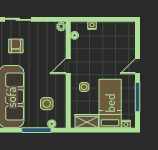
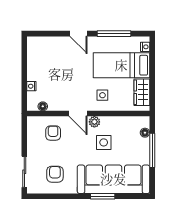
plant: (61, 26) -> (94, 122), moved
armchair: (51, 44) -> (53, 133), added
armchair: (16, 46) -> (55, 174), turned 90
side table: (47, 104) -> (104, 142), moved

